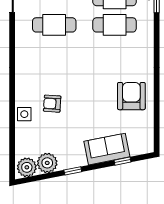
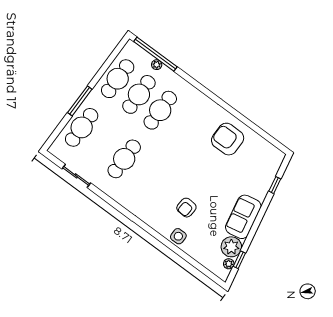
sofa: (107, 149) -> (243, 217), moved
plant: (27, 167) -> (229, 264), width x0.53, depth x0.53
window: (73, 171) -> (239, 260), moved

